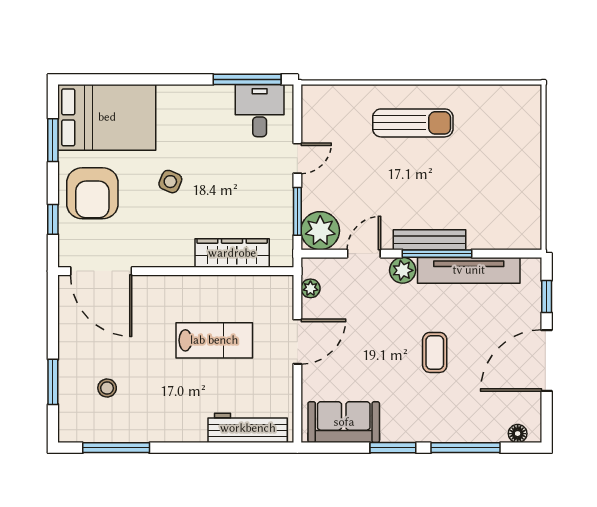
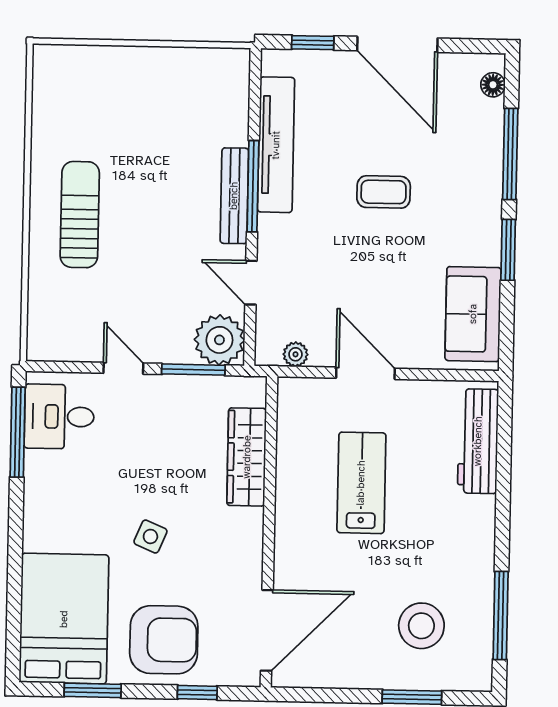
plant: (403, 270) -> (274, 232), removed
stool: (107, 388) -> (421, 626), width x1.89, depth x1.89

